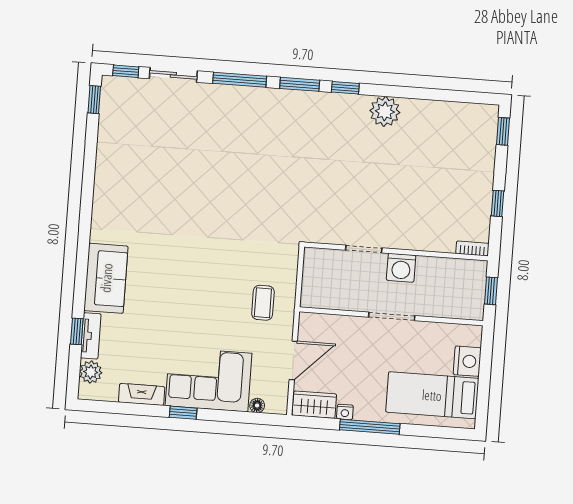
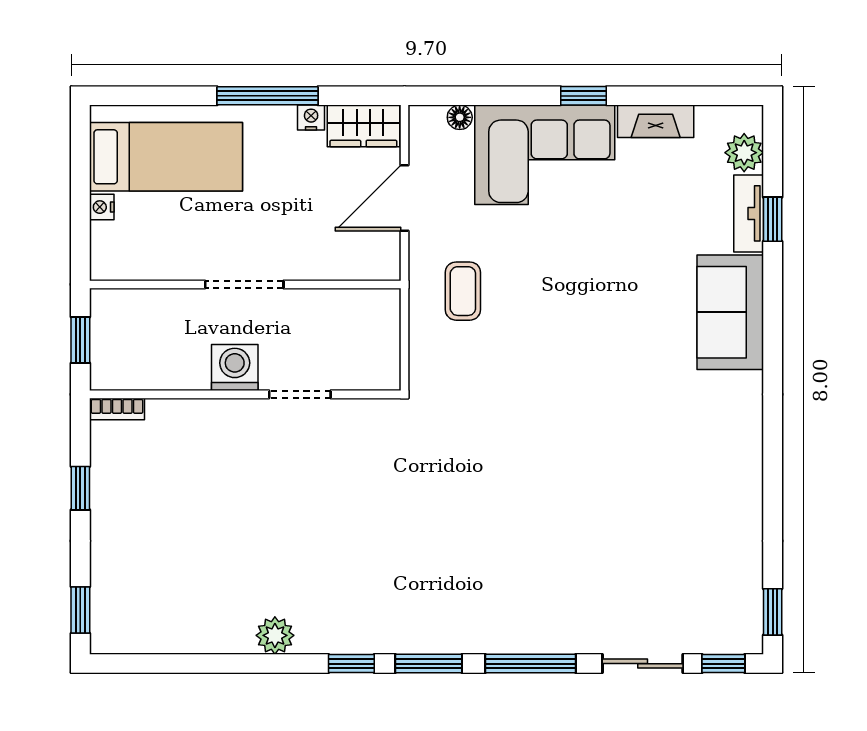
plant: (385, 111) -> (275, 635), width x0.73, depth x0.73
nightstand: (467, 361) -> (102, 207), width x0.53, depth x0.56

